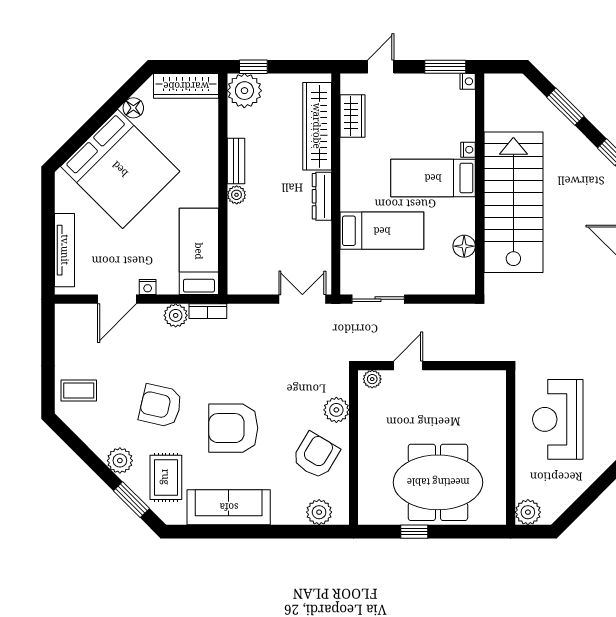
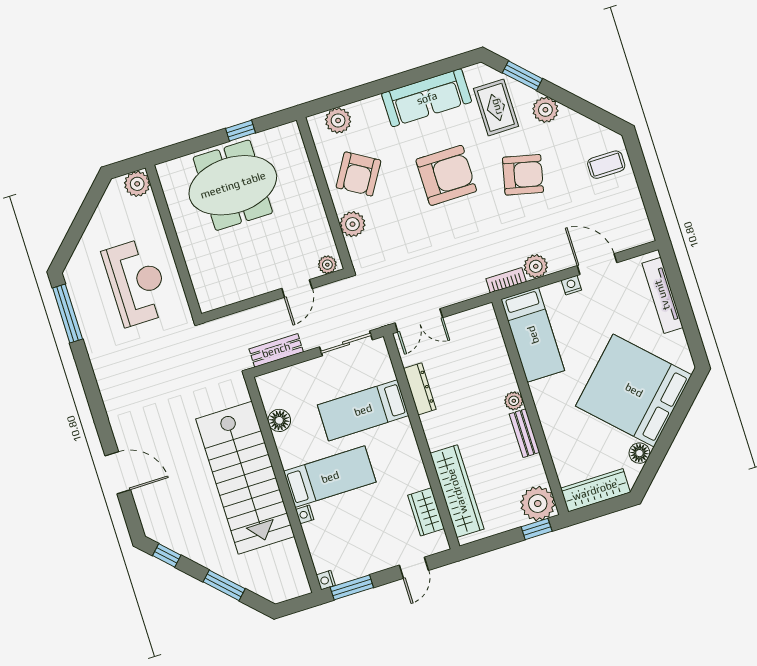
dresser: (322, 196) -> (420, 389), moved
door: (117, 299) -> (597, 264), hinge flipped
bench: (446, 313) -> (276, 350), added

